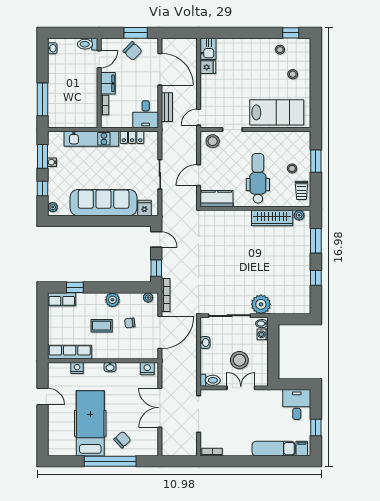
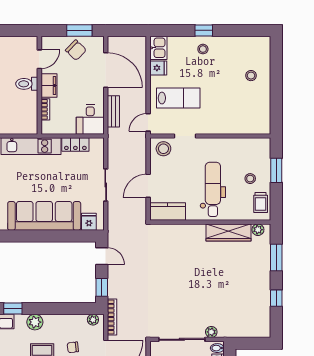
window: (291, 33) -> (204, 30), moved
toilet: (88, 44) -> (27, 84), moved
stool: (280, 50) -> (203, 49), moved
lab bench: (277, 112) -> (178, 98), moved, width x0.73, depth x0.72
plant: (112, 300) -> (35, 322), moved
plant: (261, 304) -> (211, 332), width x0.53, depth x0.53

